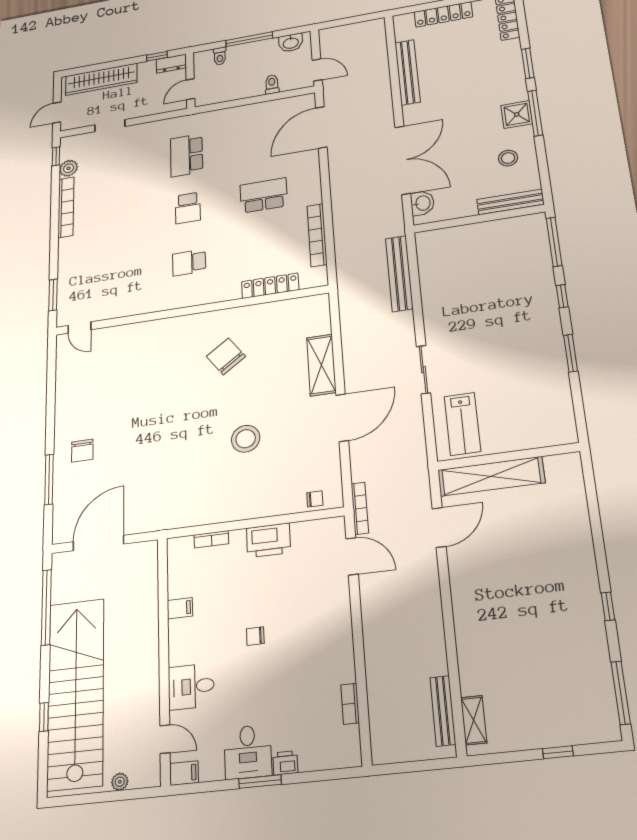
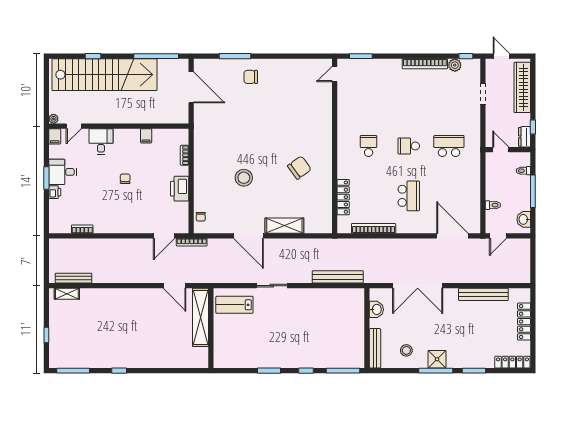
washbasin: (422, 203) -> (376, 309), moved, turned -90
plant: (120, 782) -> (54, 119), moved

